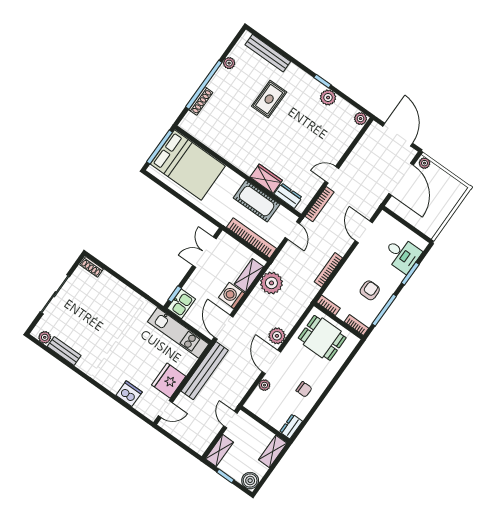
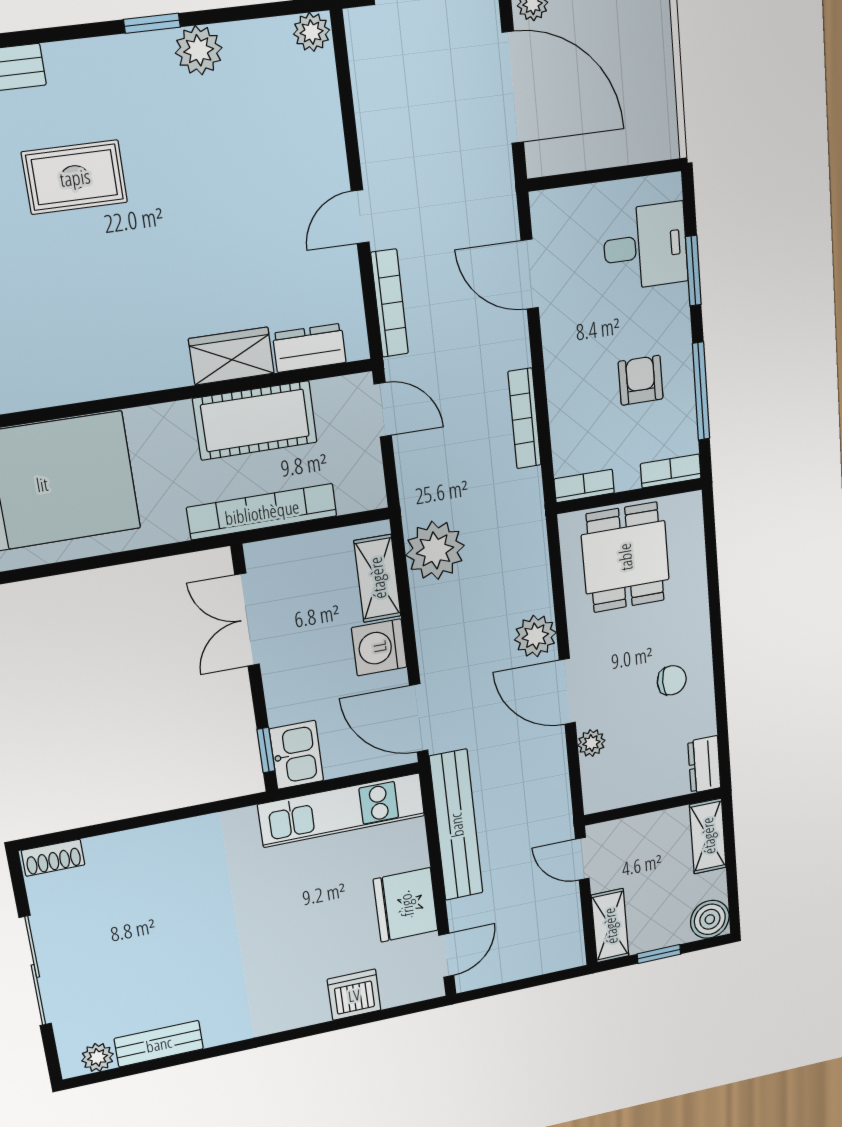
rug: (269, 99) -> (75, 177), turned 90
bookcase: (252, 238) -> (262, 512), moved
dining table: (322, 338) -> (625, 557), turned 90

